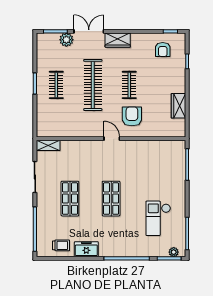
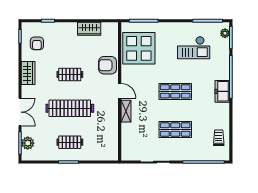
double door: (89, 31) -> (20, 112), swing flipped
plant: (66, 40) -> (28, 143), moved
wardrobe: (118, 40) -> (28, 73), moved
armchair: (163, 50) -> (37, 43), turned 90
armchair: (132, 116) -> (108, 65), moved
door: (112, 139) -> (120, 91), swing flipped
shelving: (48, 145) -> (126, 111), moved
display table: (157, 159) -> (139, 48), added
freezer: (86, 249) -> (222, 91), moved

